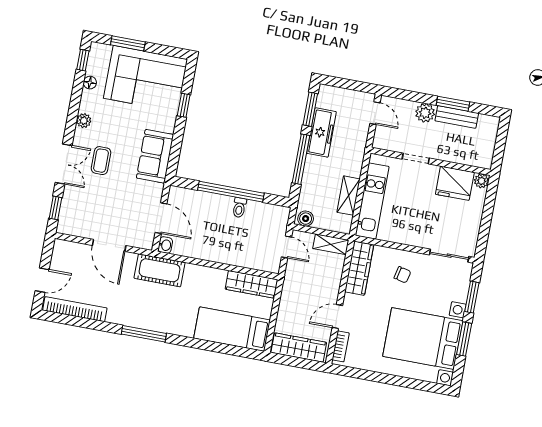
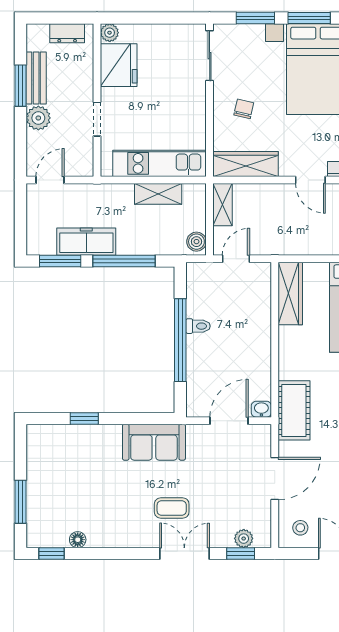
corner sofa: (146, 79) -> (60, 472), removed
plant: (84, 121) -> (244, 539), moved
dresser: (487, 148) -> (67, 33), added
stool: (67, 258) -> (300, 528), added

